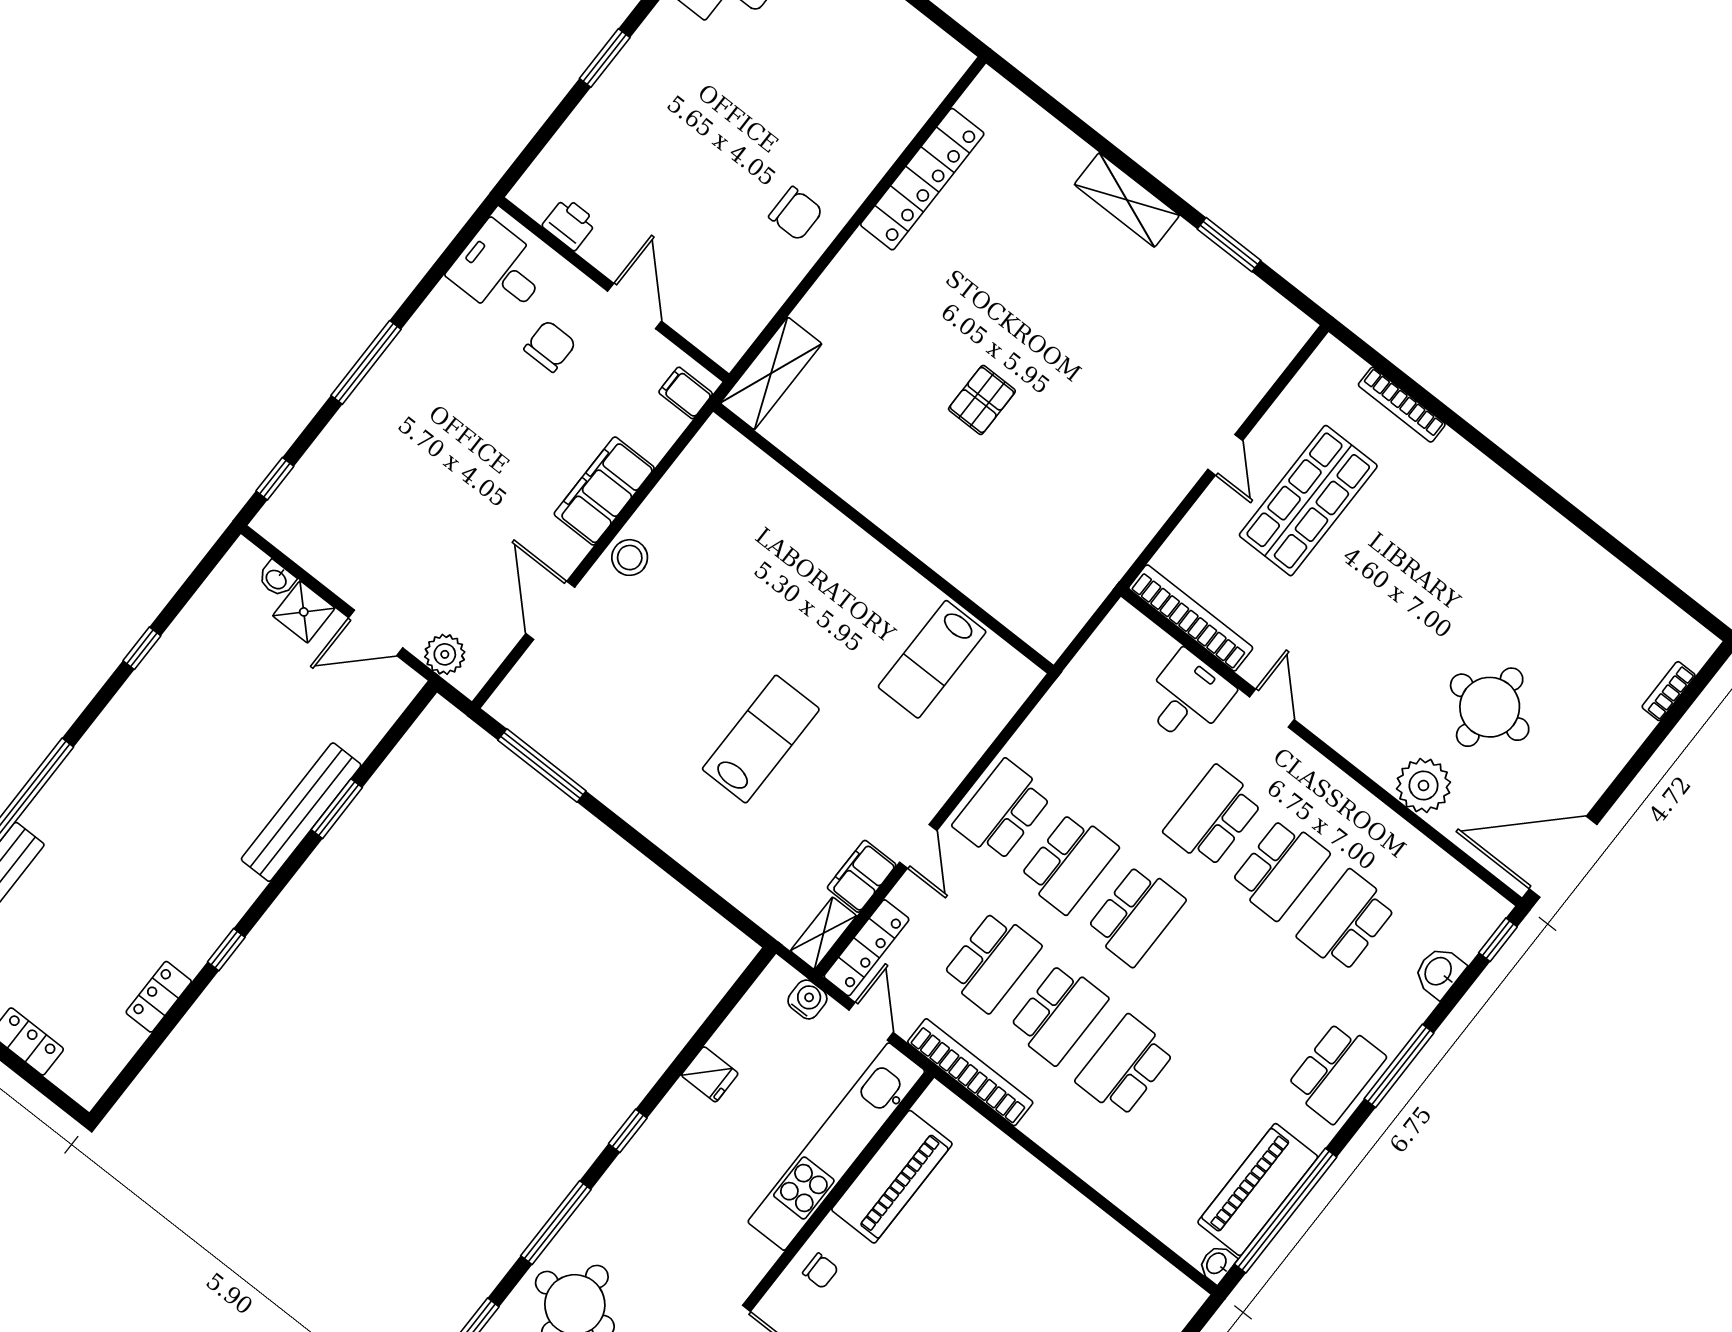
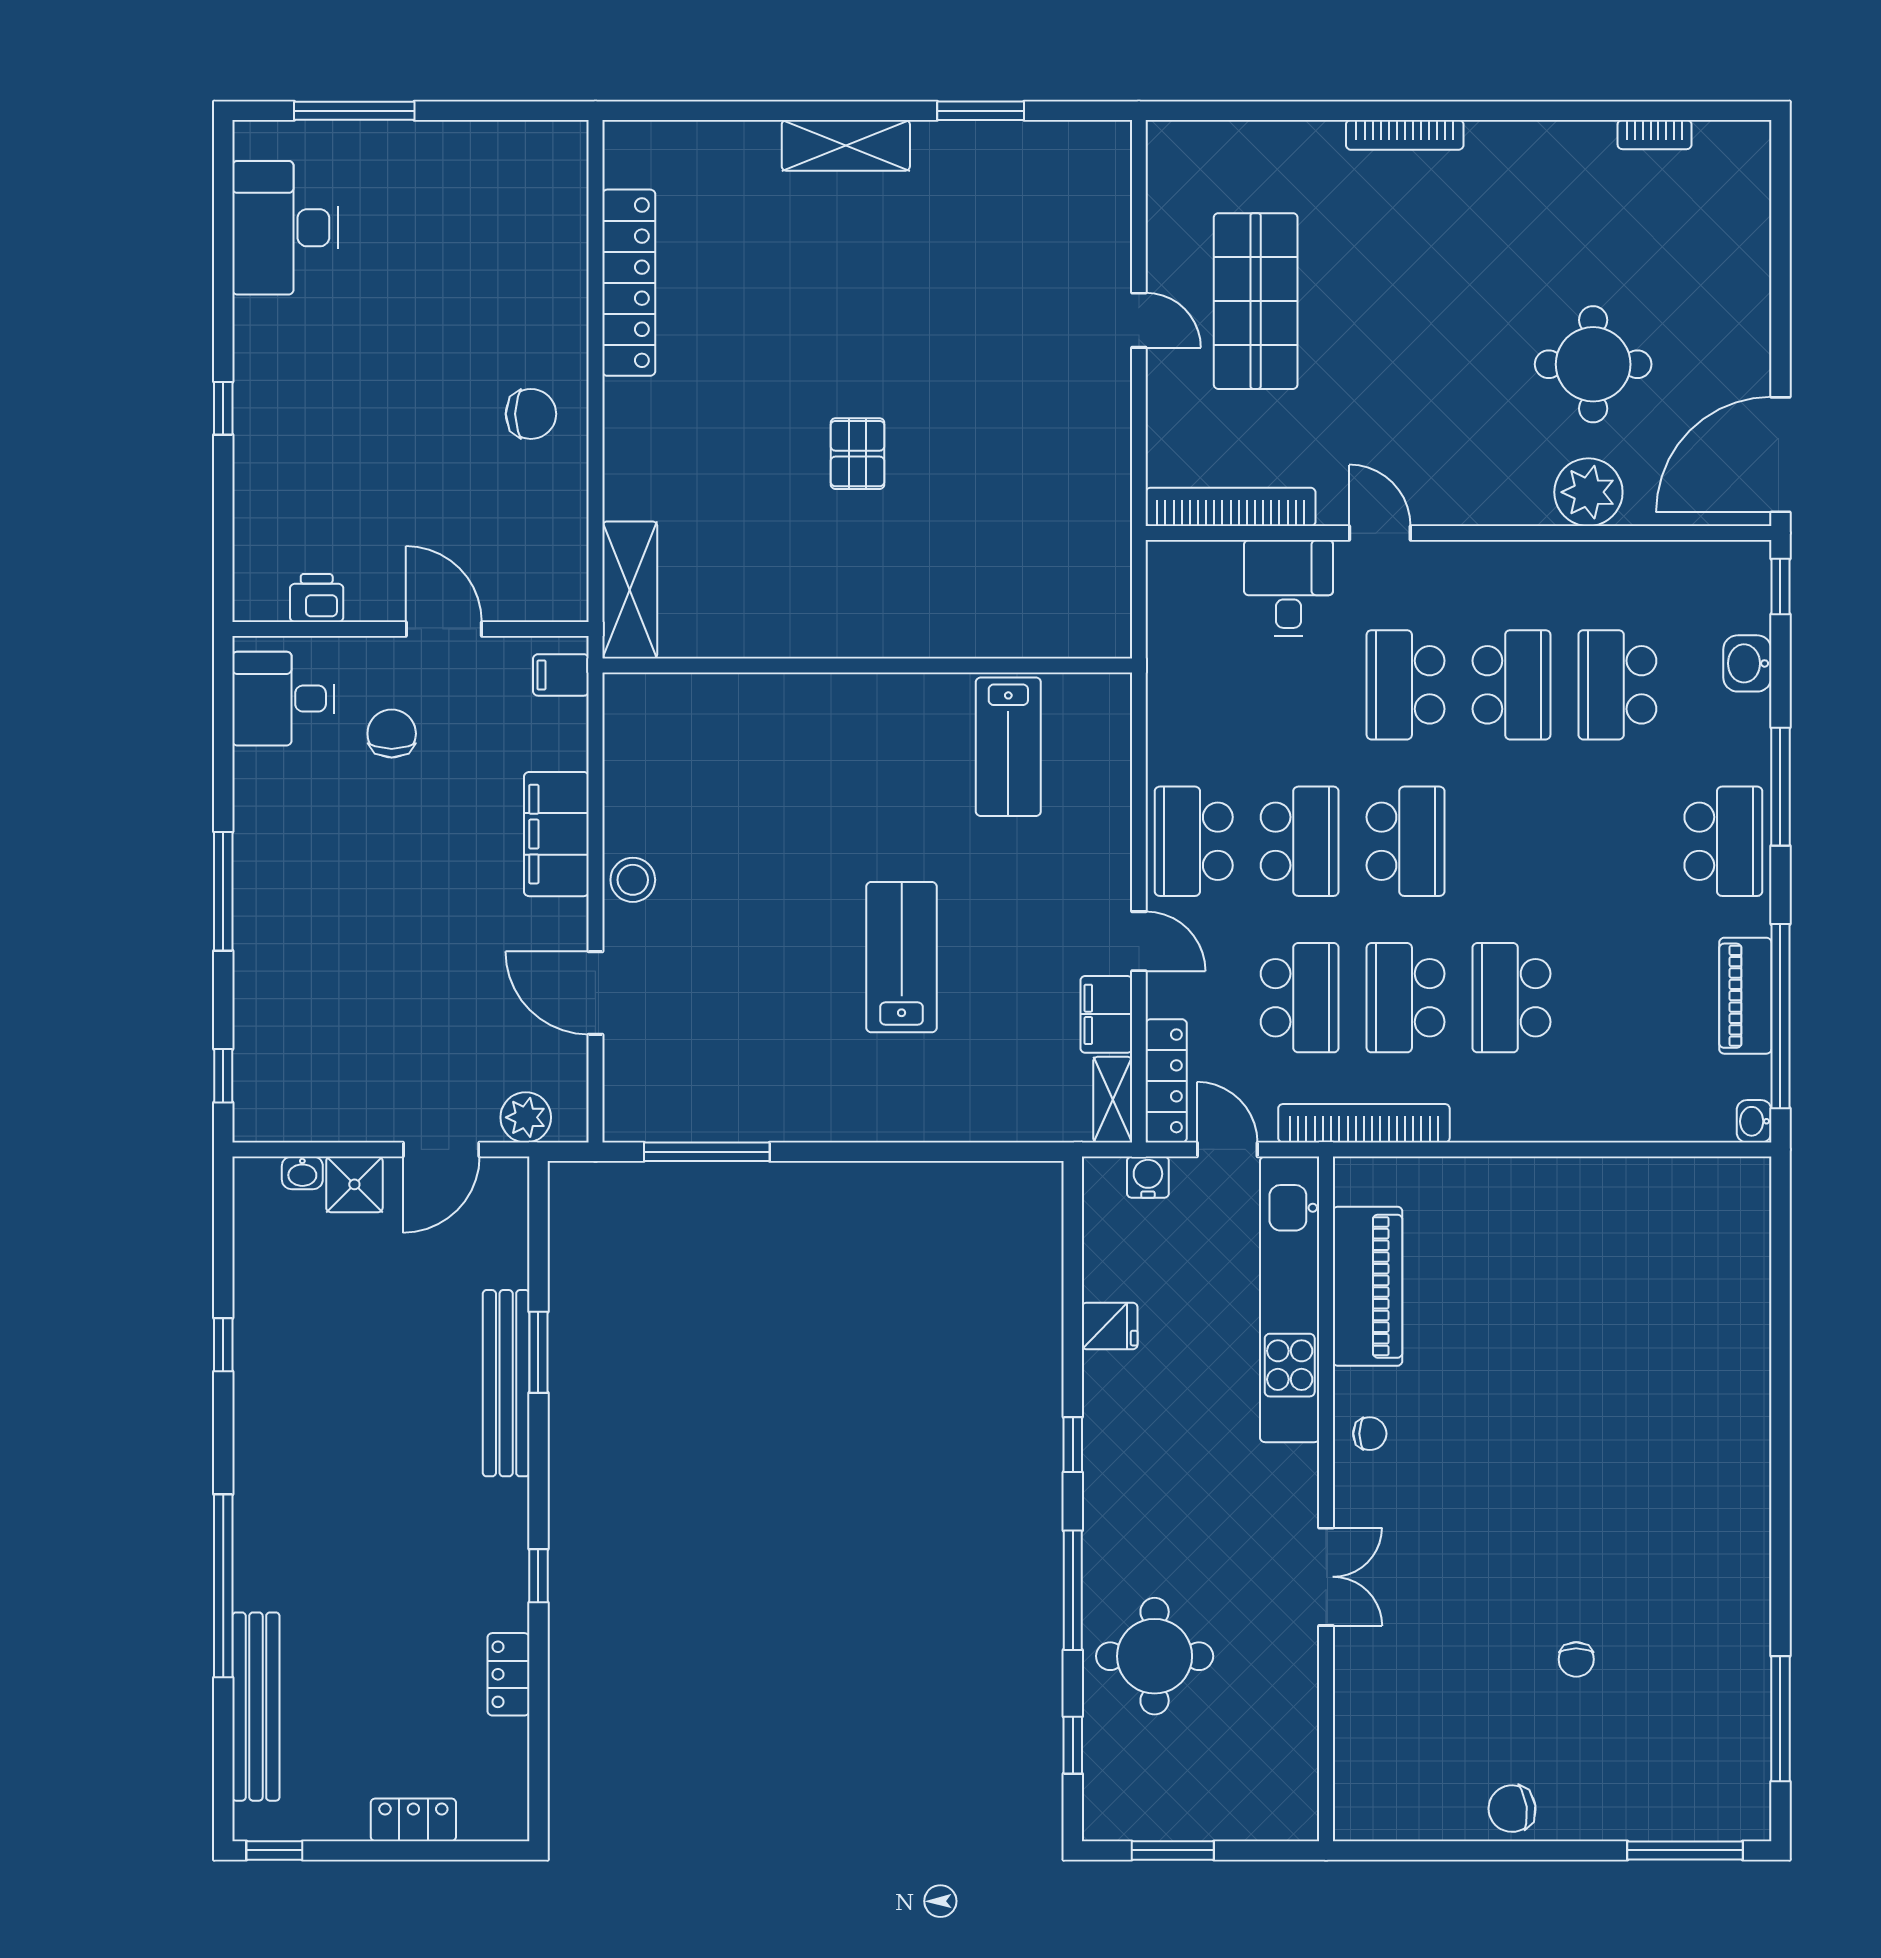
window: (605, 58) -> (223, 408), width x0.67
bookcase: (1402, 405) -> (1405, 135), moved
bookcase: (1669, 691) -> (1655, 135), moved, turned -90
school desk: (1058, 1014) -> (1406, 998), turned 180
piano: (1258, 1190) -> (1745, 996), width x0.73, depth x0.75

